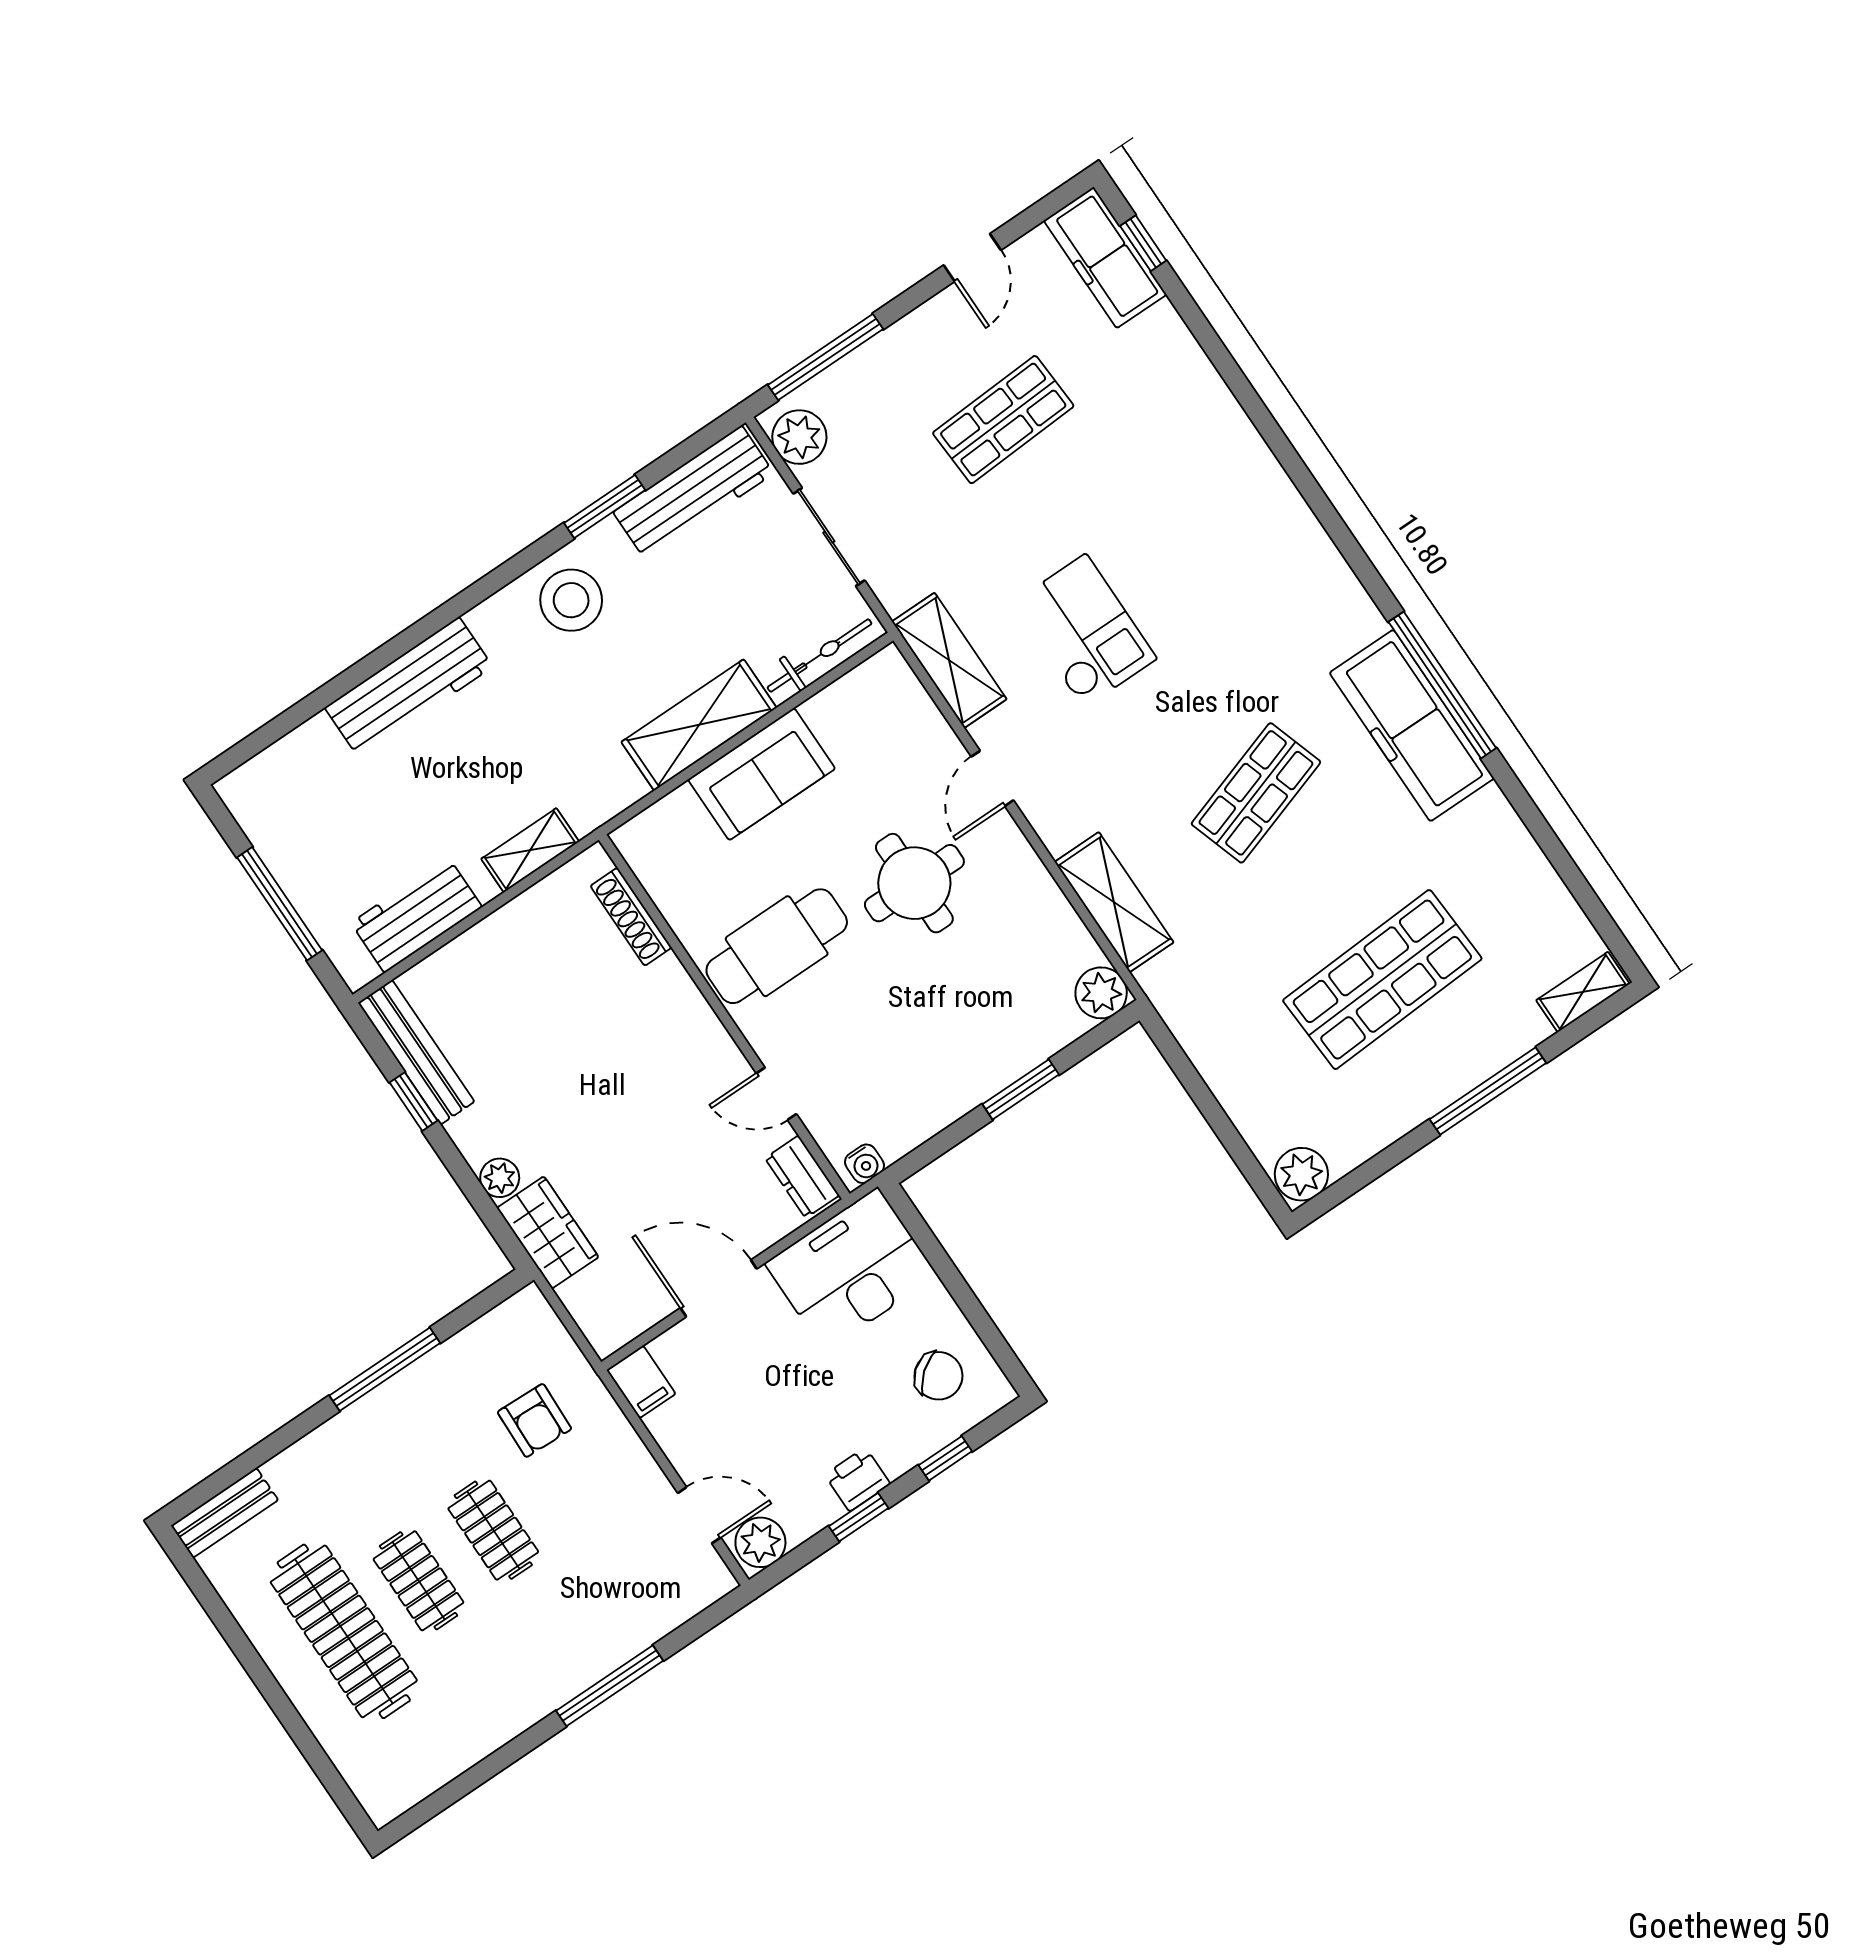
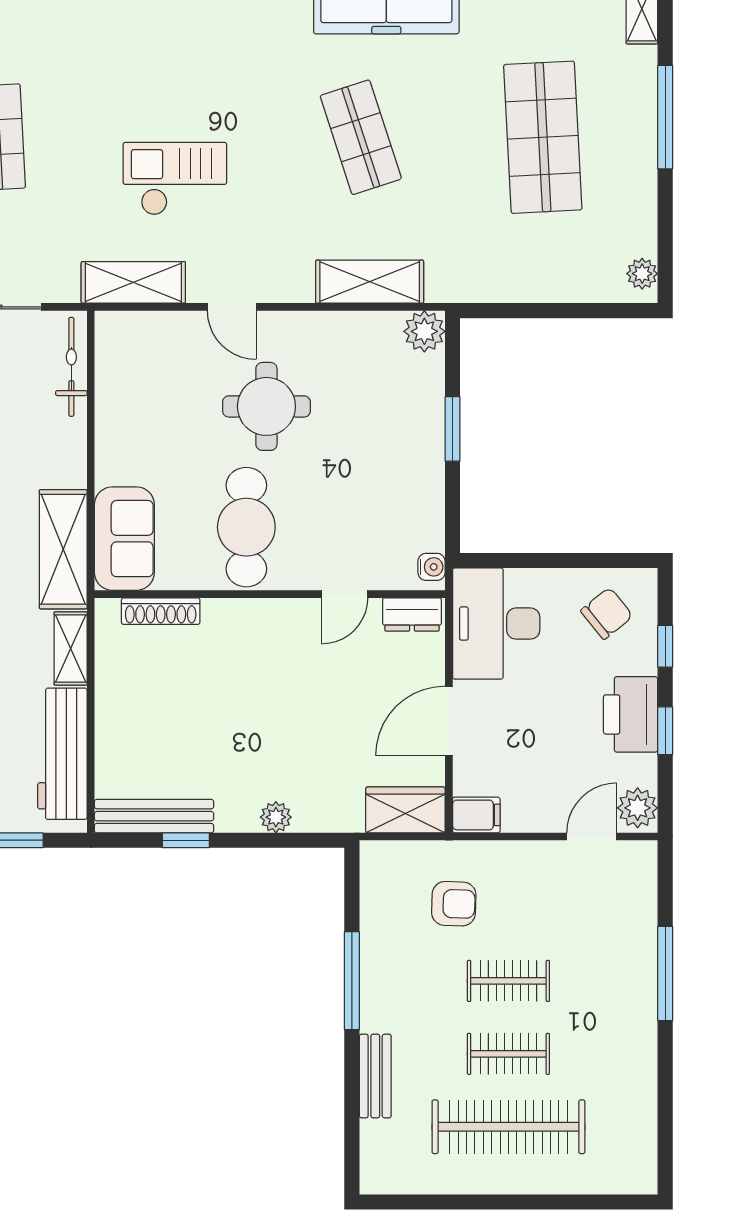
shelving: (699, 725) -> (63, 549), moved
sofa: (762, 774) -> (124, 539), moved
workbench: (416, 915) -> (62, 754), width x1.38
plant: (1301, 1174) -> (642, 274), width x0.73, depth x0.73
wardrobe: (548, 1233) -> (405, 810), moved
printer: (857, 1479) -> (631, 714), width x1.87, depth x1.48
bench: (225, 1513) -> (375, 1076), moved

